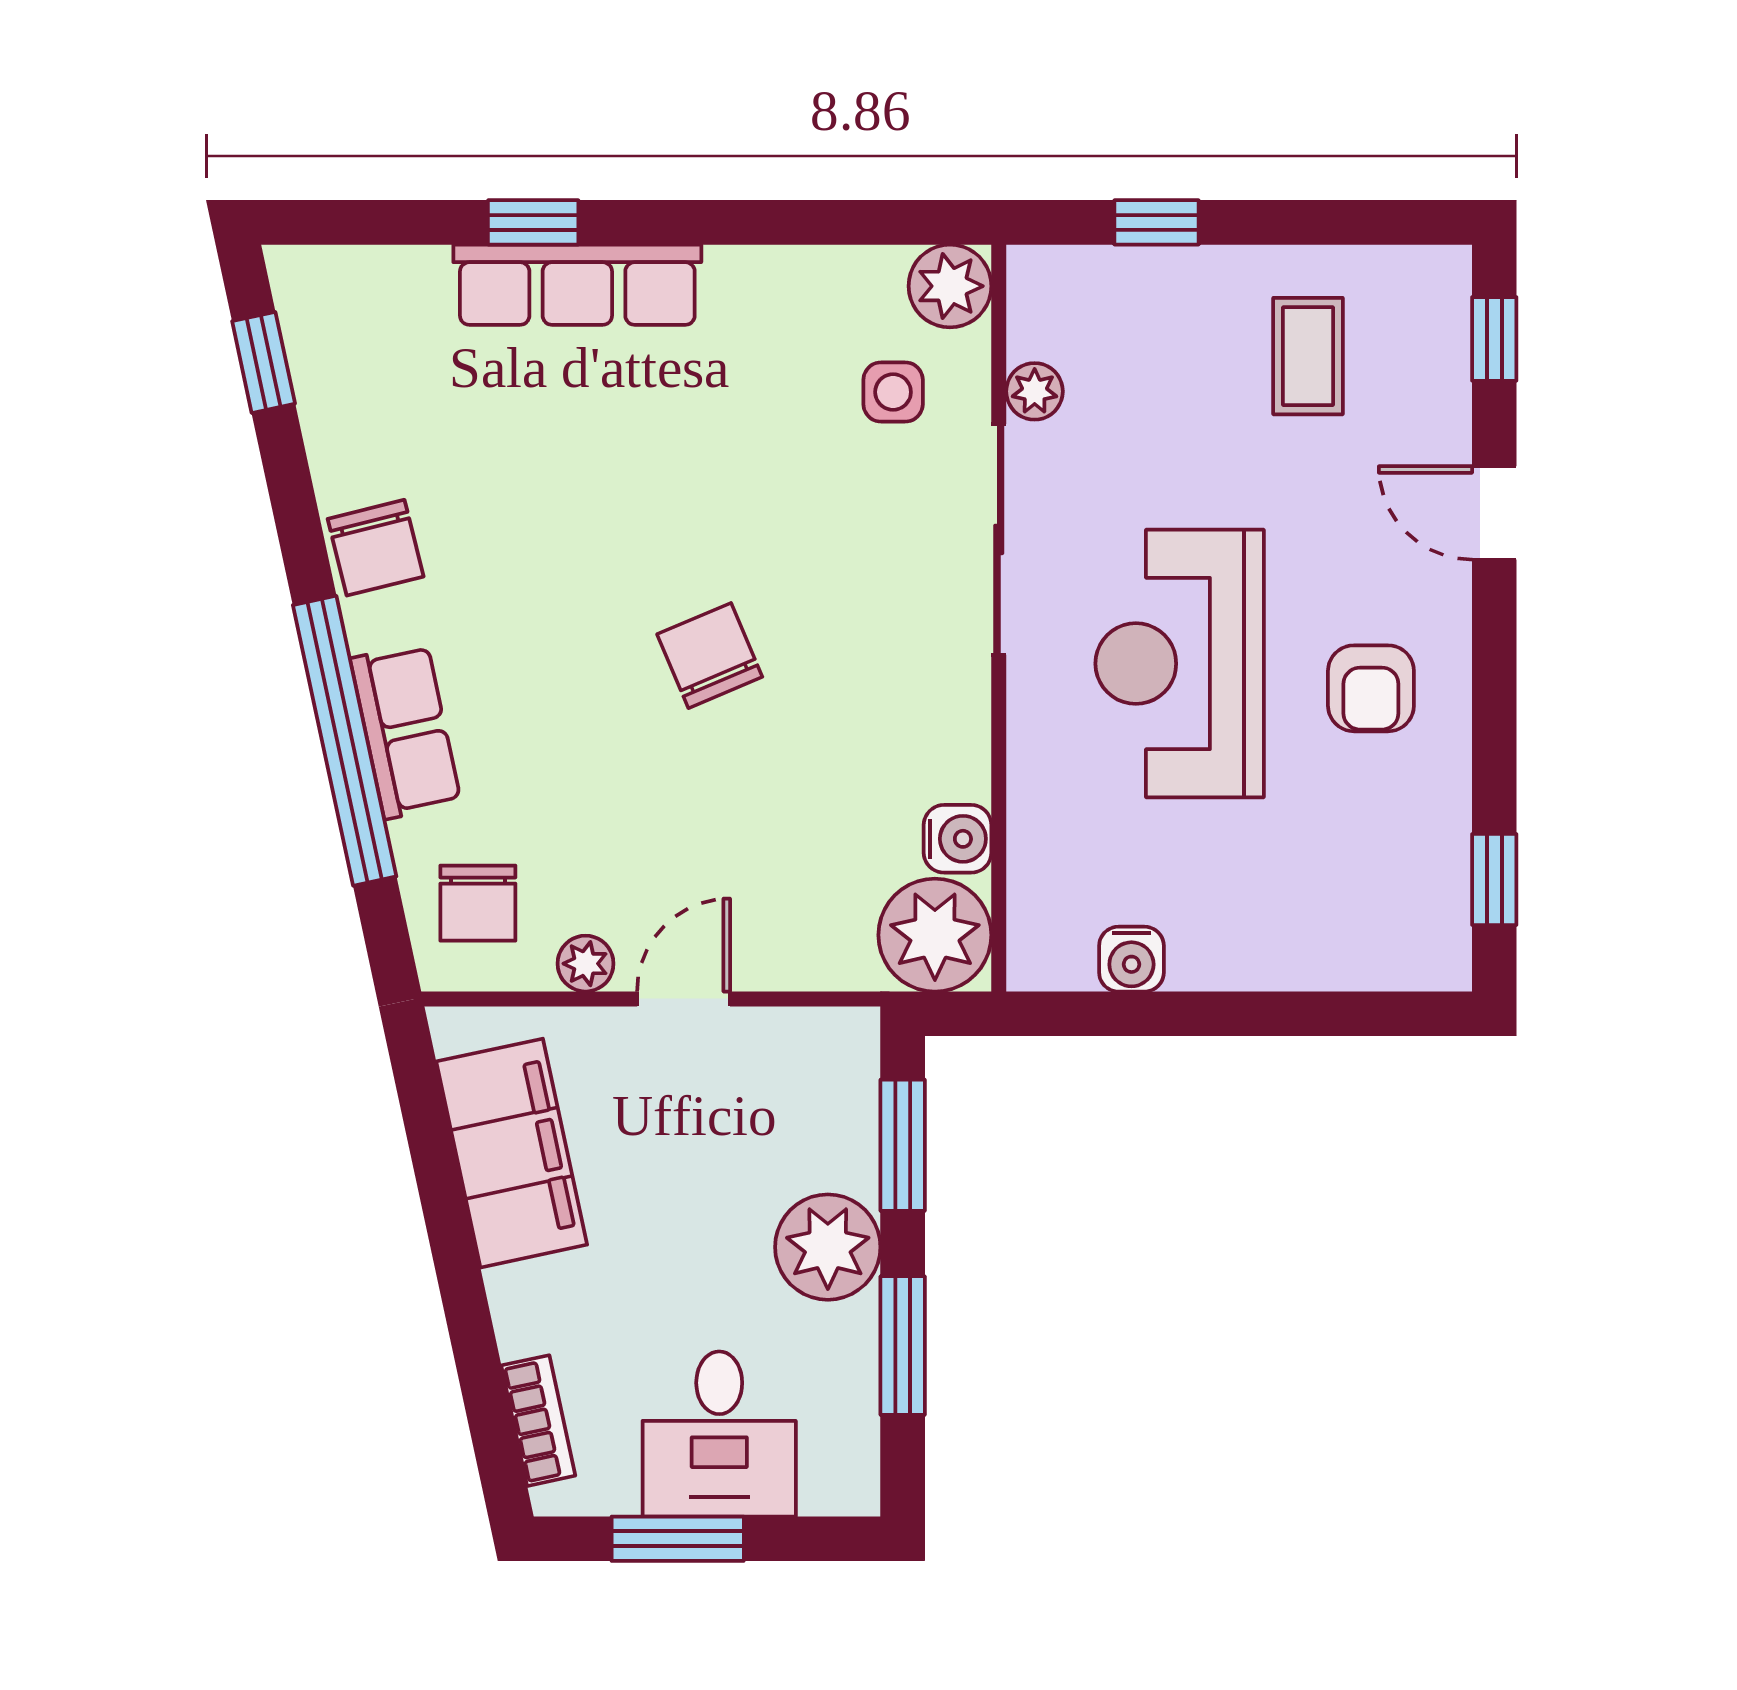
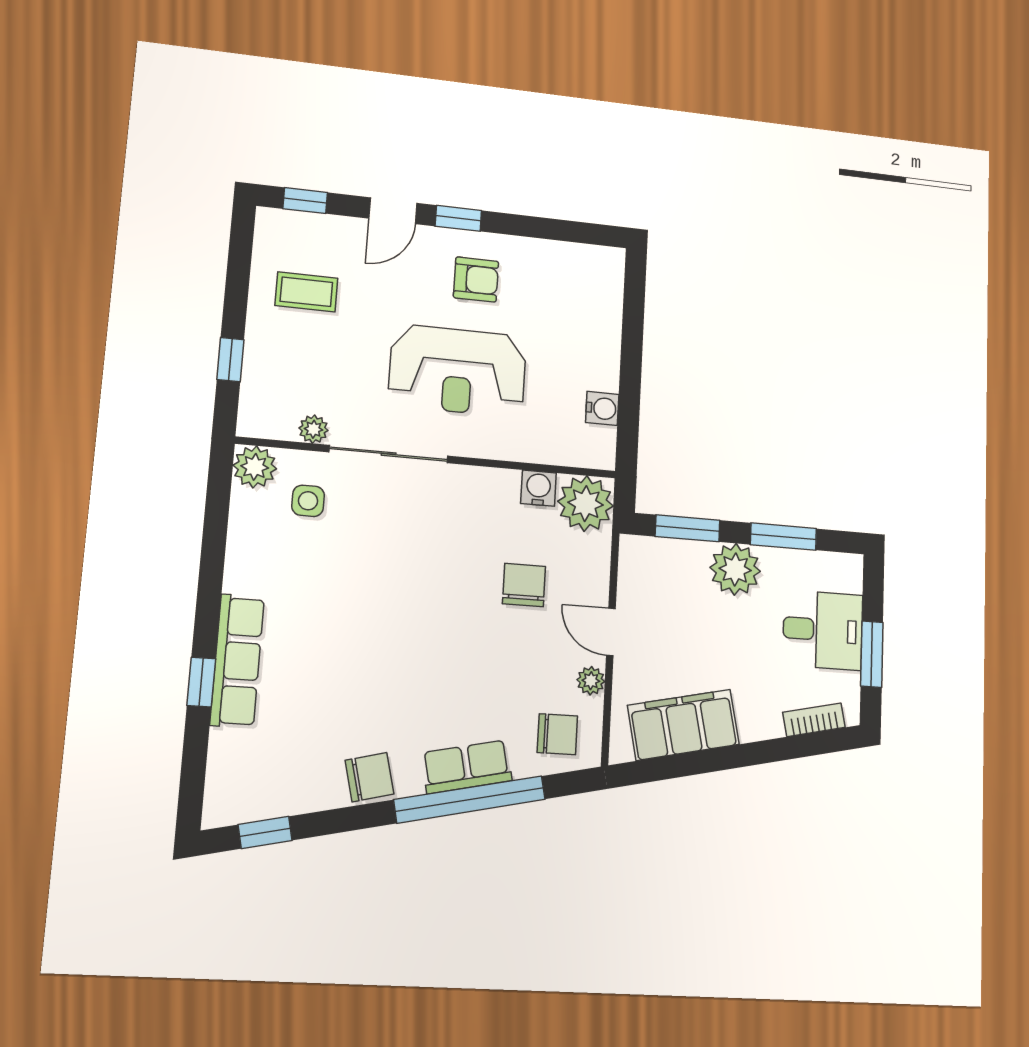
chair: (710, 656) -> (524, 585), moved, turned 113
window: (1494, 880) -> (458, 218), moved

